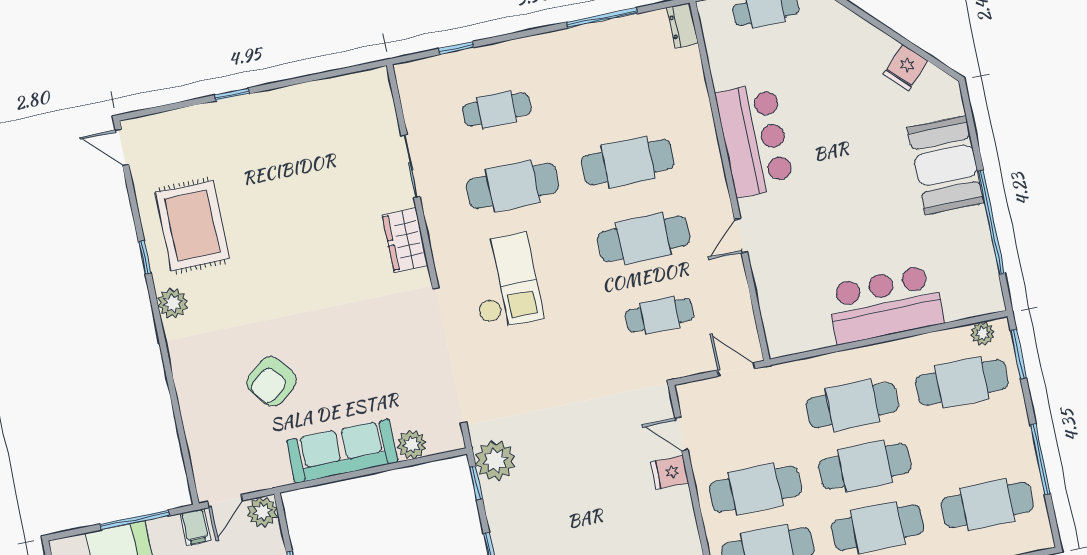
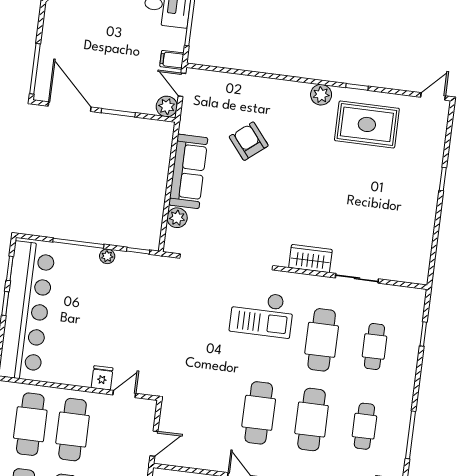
cafe table: (660, 315) -> (364, 426), moved
plant: (495, 460) -> (107, 256), moved, width x0.53, depth x0.53

